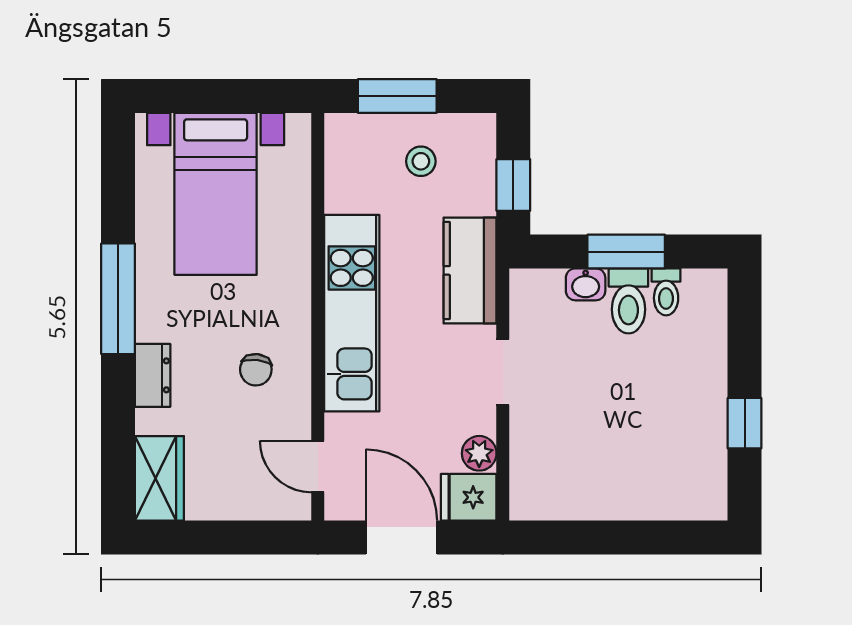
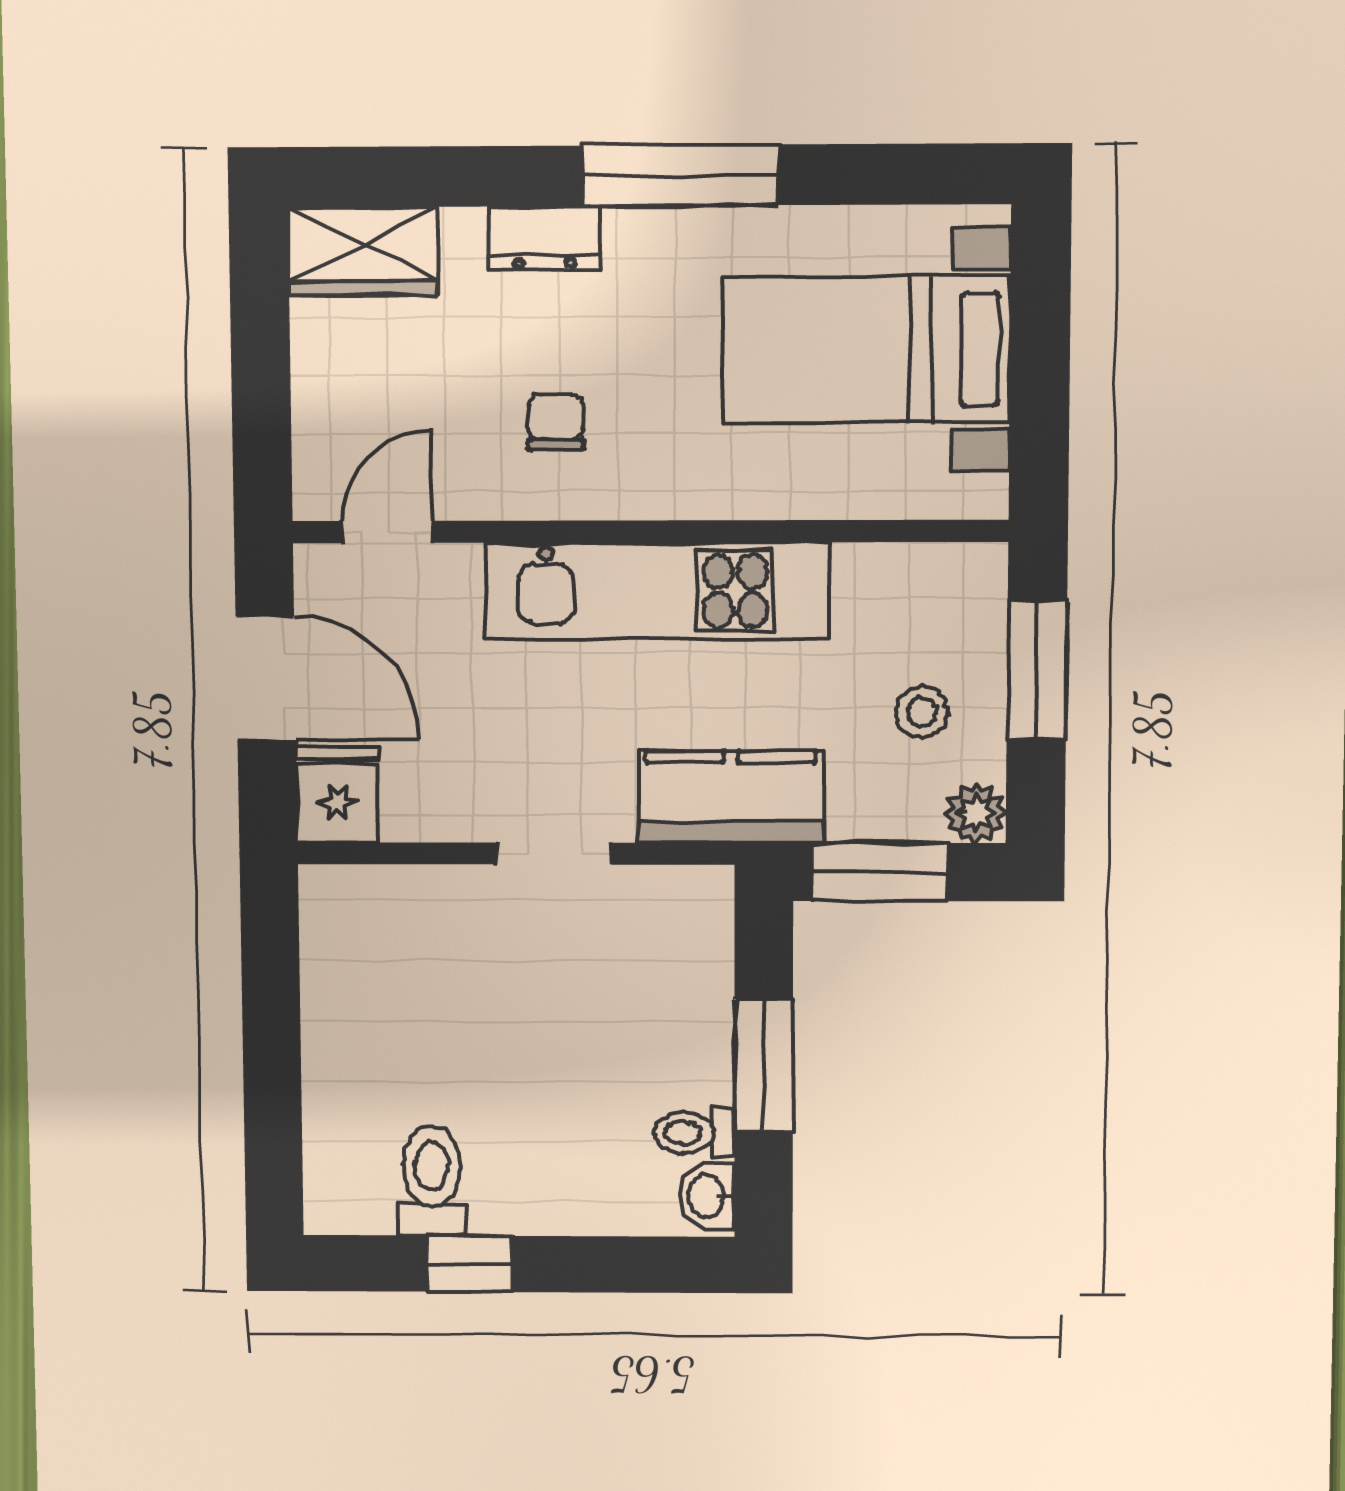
window: (513, 185) -> (880, 872), width x1.50
washbasin: (586, 284) -> (707, 1196), moved
toilet: (628, 301) -> (432, 1181), moved, turned 90
chair: (256, 370) -> (556, 422), turned 83
plant: (479, 453) -> (976, 813), moved
door: (401, 537) -> (266, 678), hinge flipped

